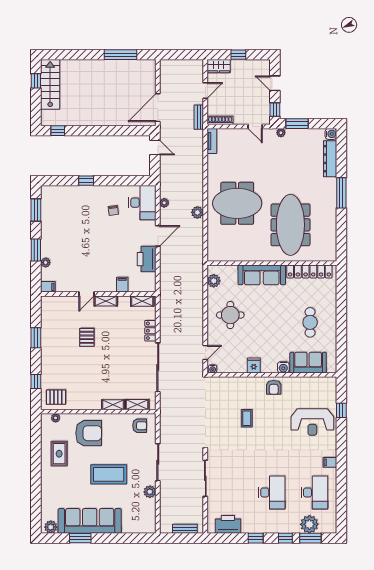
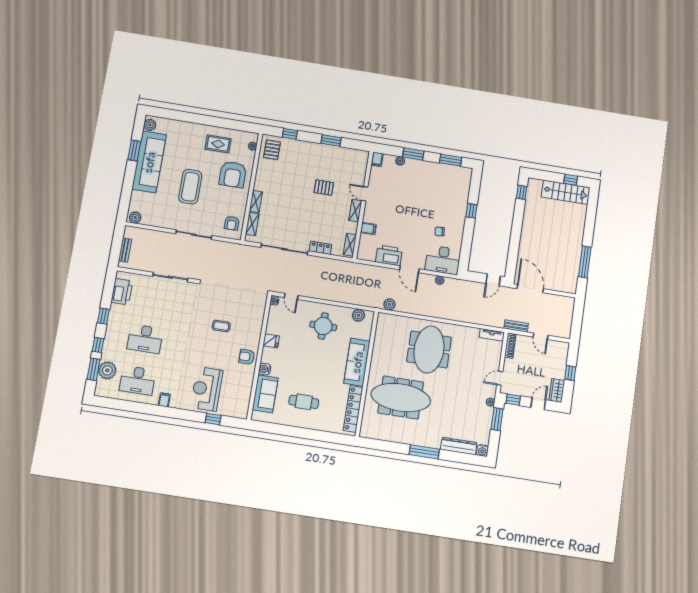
wardrobe: (219, 66) -> (557, 391), moved
plant: (197, 212) -> (389, 304), moved
plant: (150, 492) -> (135, 217), moved

